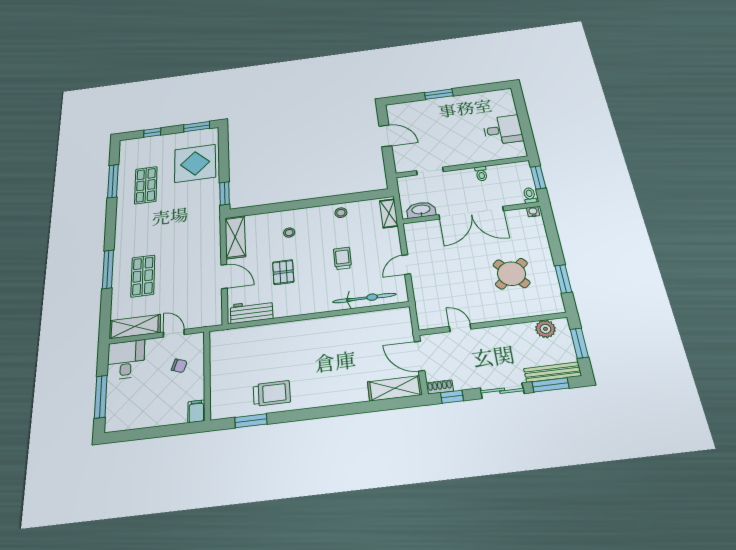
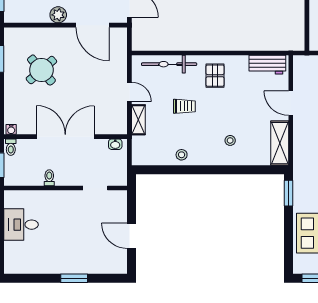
washbasin: (421, 210) -> (115, 144), width x0.52, depth x0.69
shelving: (389, 213) -> (138, 120), moved
trolley: (342, 258) -> (184, 106), turned -90
door: (406, 265) -> (129, 92), hinge flipped
pallet: (283, 272) -> (215, 76), moved
door: (460, 328) -> (93, 25), width x1.87
plant: (545, 329) -> (58, 15), moved

